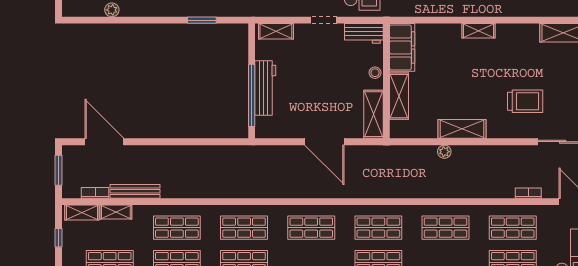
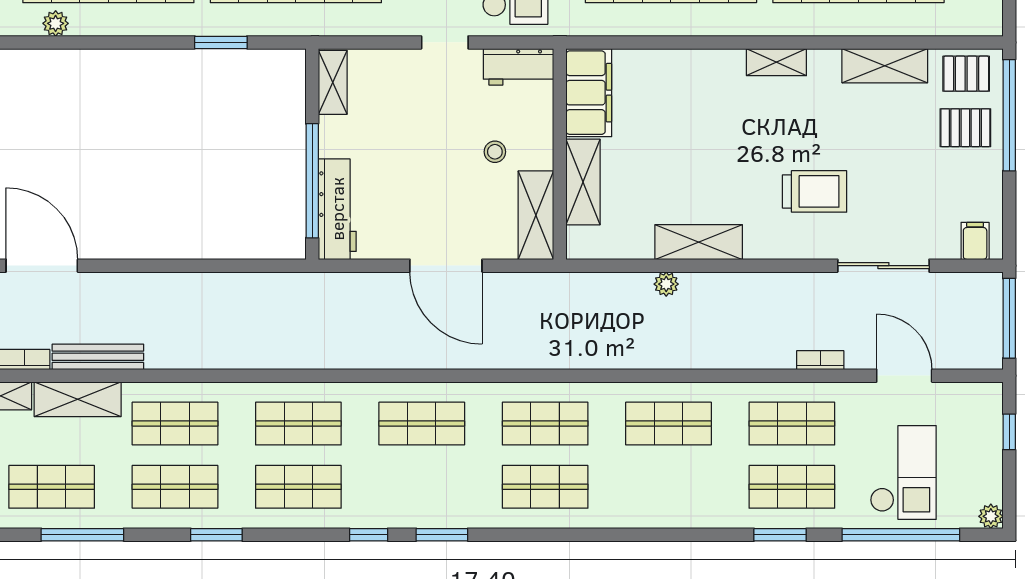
shelving: (276, 31) -> (333, 82), moved, turned 90
shelving: (478, 31) -> (776, 62), moved
stool: (375, 73) -> (495, 152), moved
workbench: (265, 88) -> (337, 209), moved
shelving: (116, 212) -> (78, 399), width x1.50, depth x1.33

